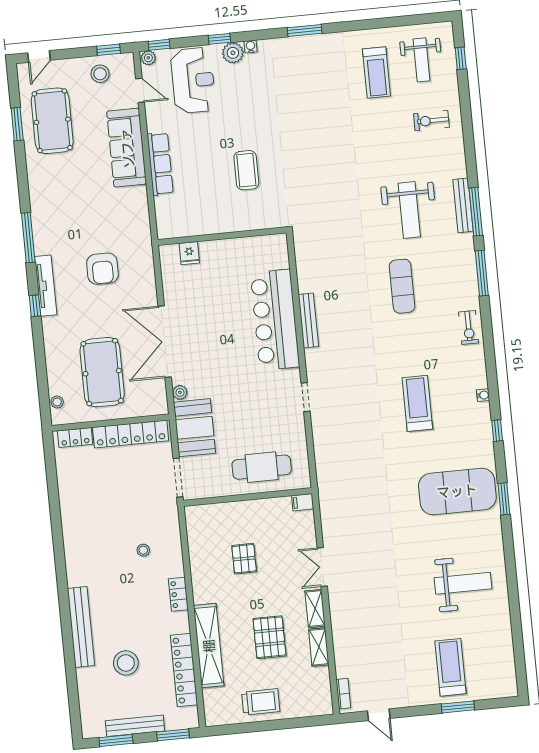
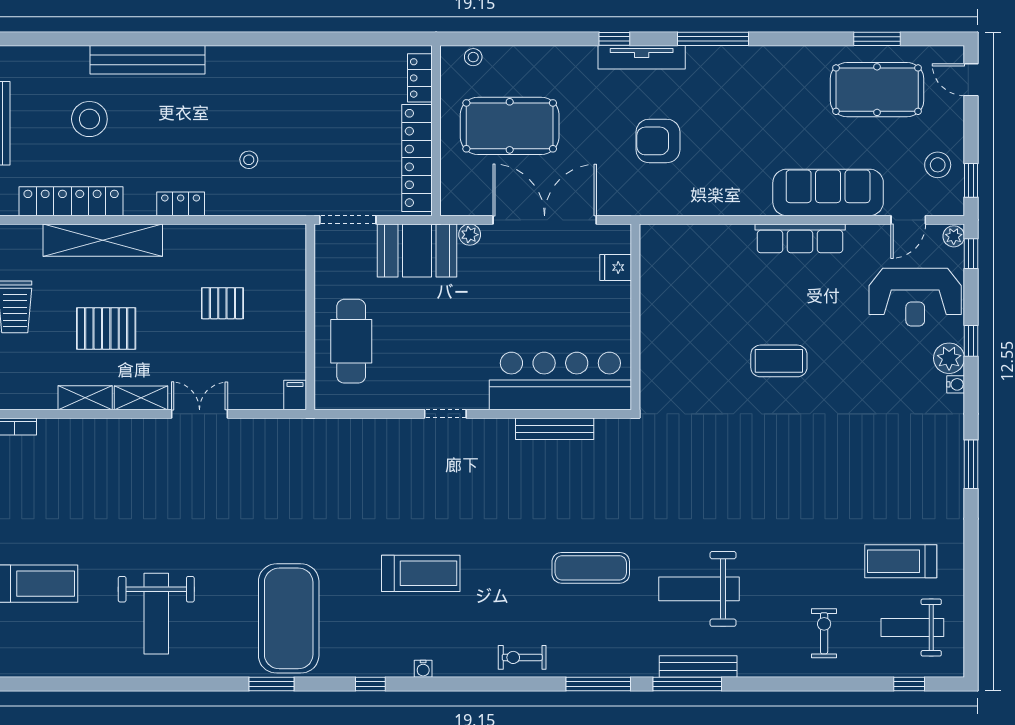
wall: (222, 236) -> (635, 317), moved
fridge: (189, 253) -> (616, 267), moved

